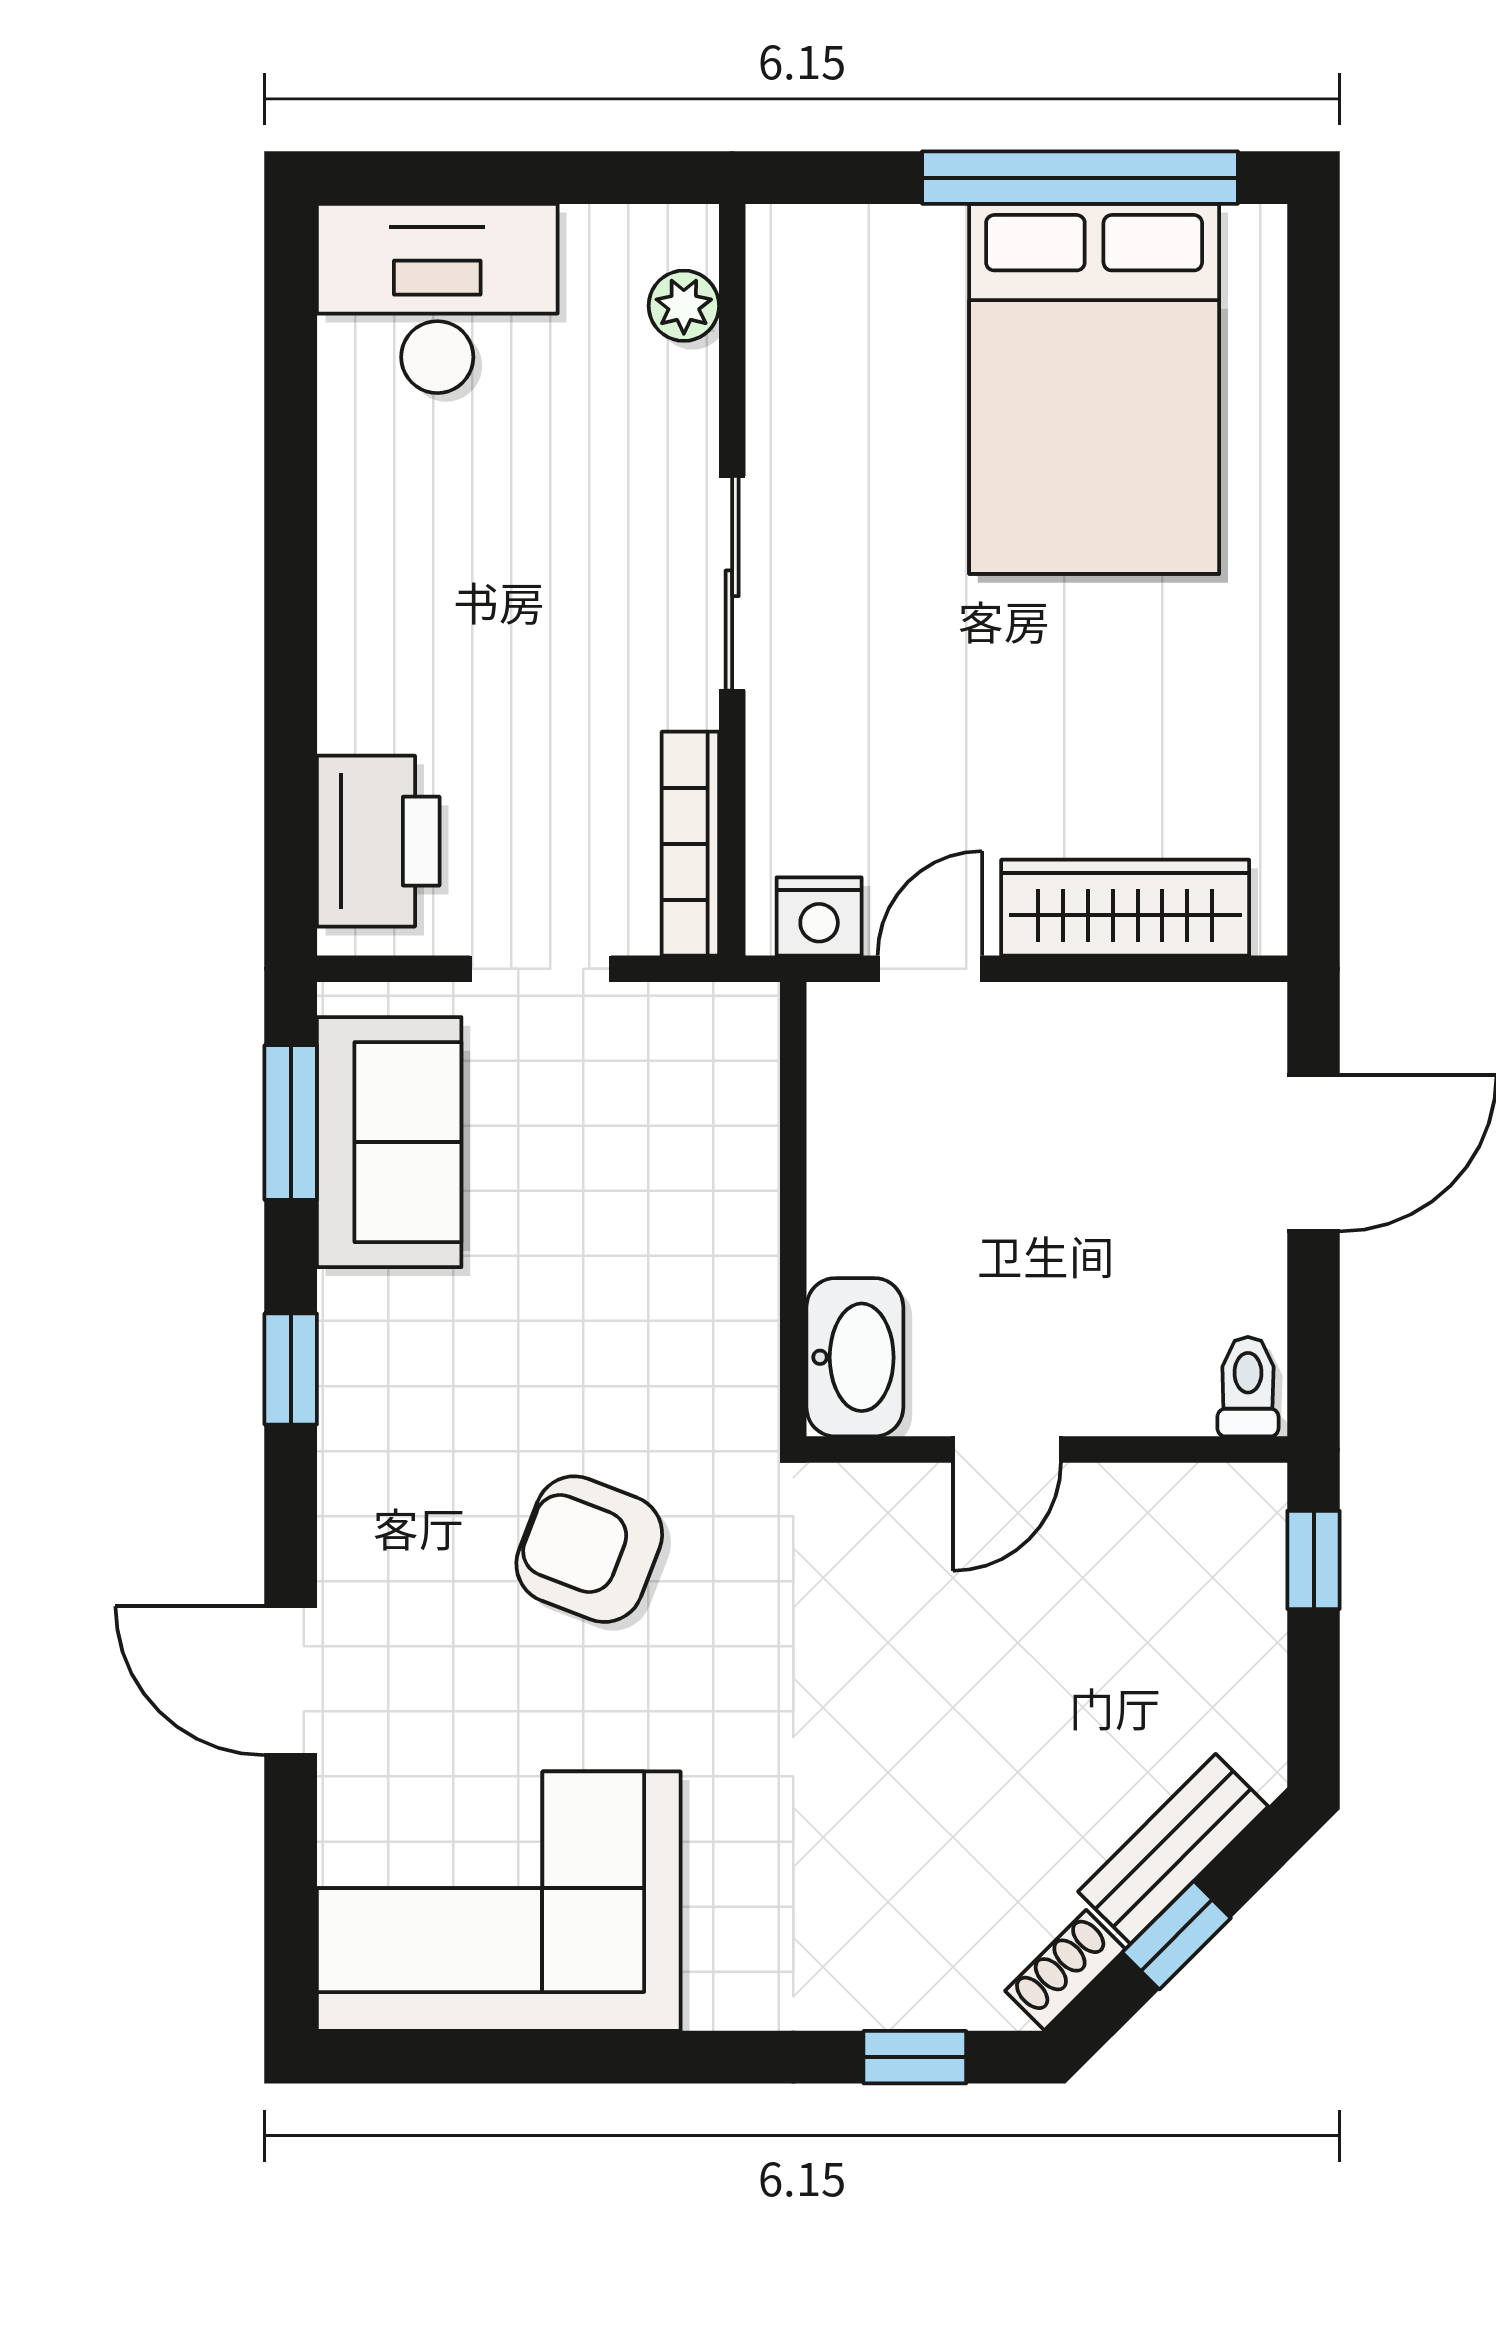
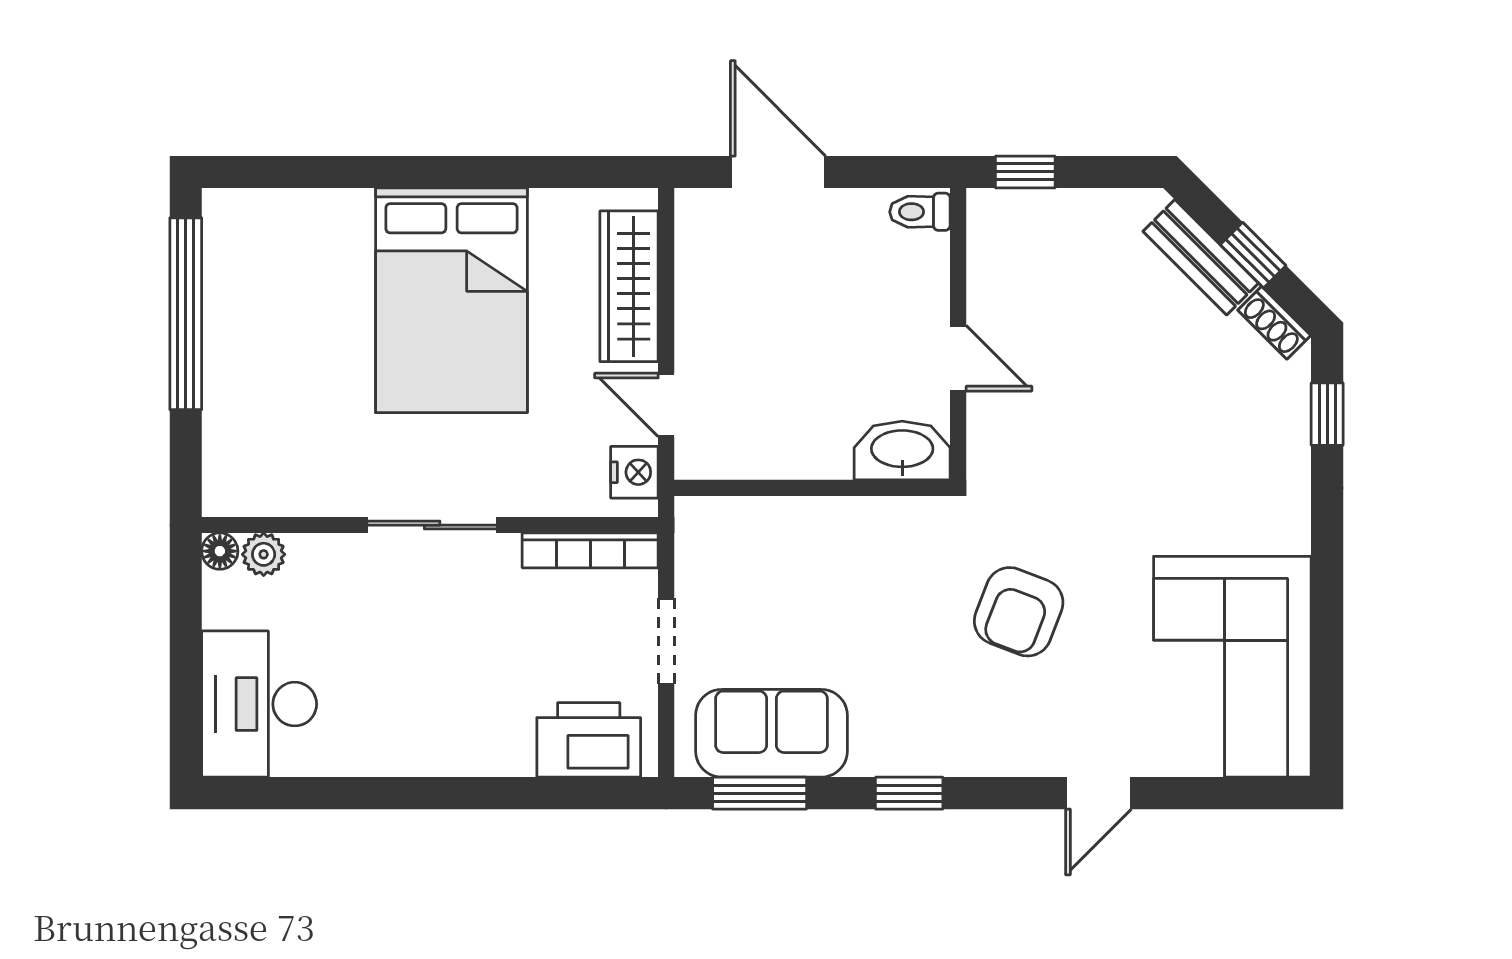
floor lamp: (689, 234) -> (220, 551), added
bed: (1094, 389) -> (451, 300), moved, turned 90
door: (291, 1681) -> (1098, 793), width x0.73

